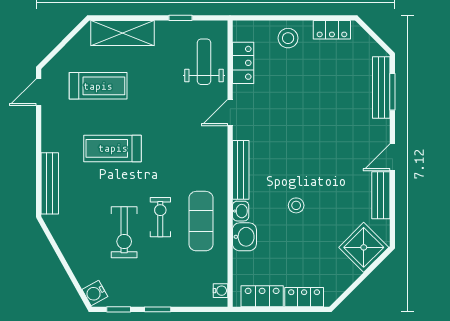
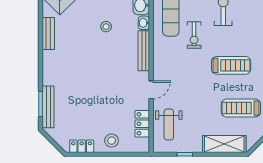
door: (392, 157) -> (40, 59), removed
exercise bike: (160, 217) -> (194, 35), moved

